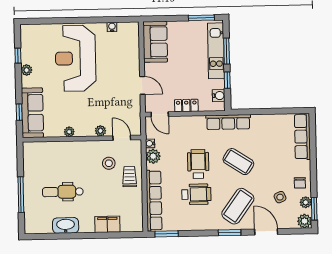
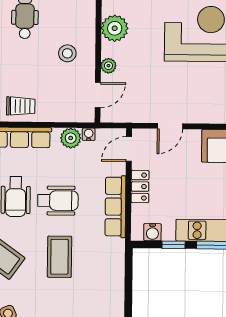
row of seats: (228, 122) -> (115, 207), moved
plant: (69, 132) -> (115, 28), width x1.88, depth x1.88
coffee table: (238, 162) -> (59, 257), turned -33
stool: (109, 163) -> (67, 53), moved
trolley: (129, 177) -> (21, 106), moved

